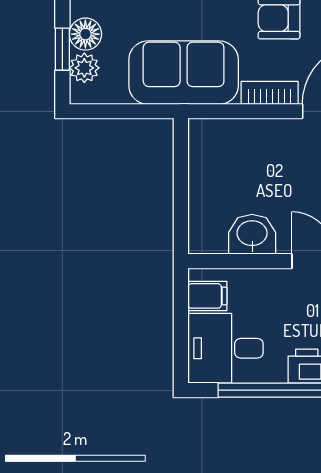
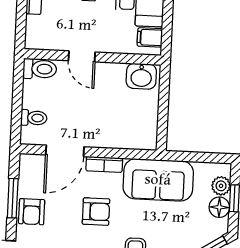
washbasin: (252, 234) -> (141, 76), moved

